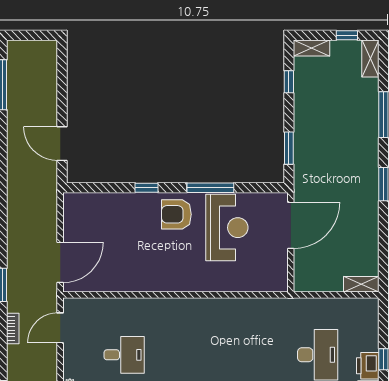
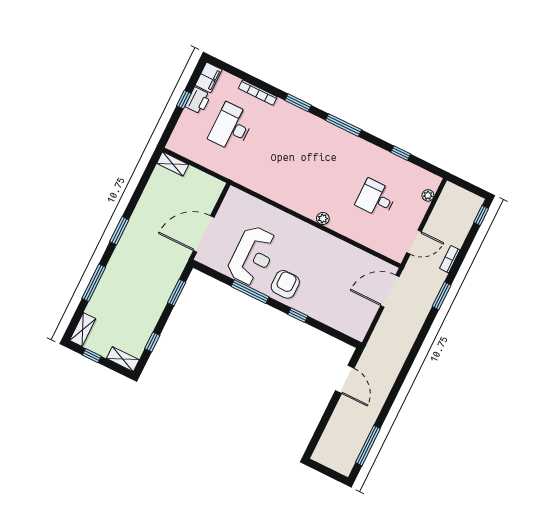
armchair: (176, 214) -> (285, 284), turned -90
reception desk: (227, 228) -> (252, 256), turned 180
plant: (171, 305) -> (323, 219), added

